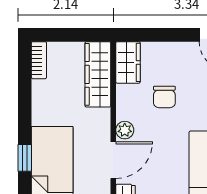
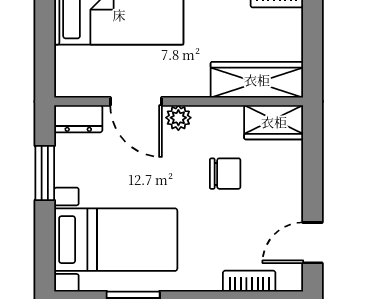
chair: (164, 97) -> (225, 174), turned 180

